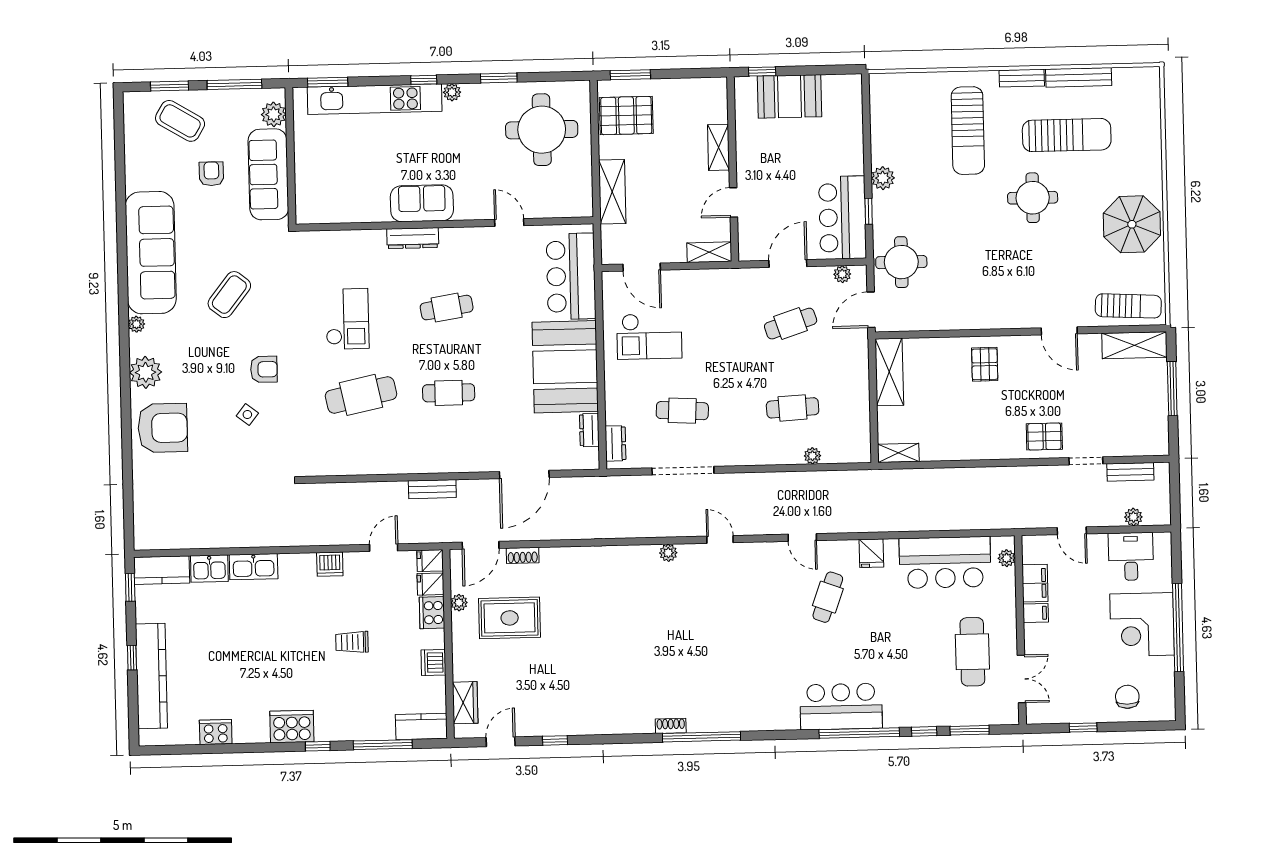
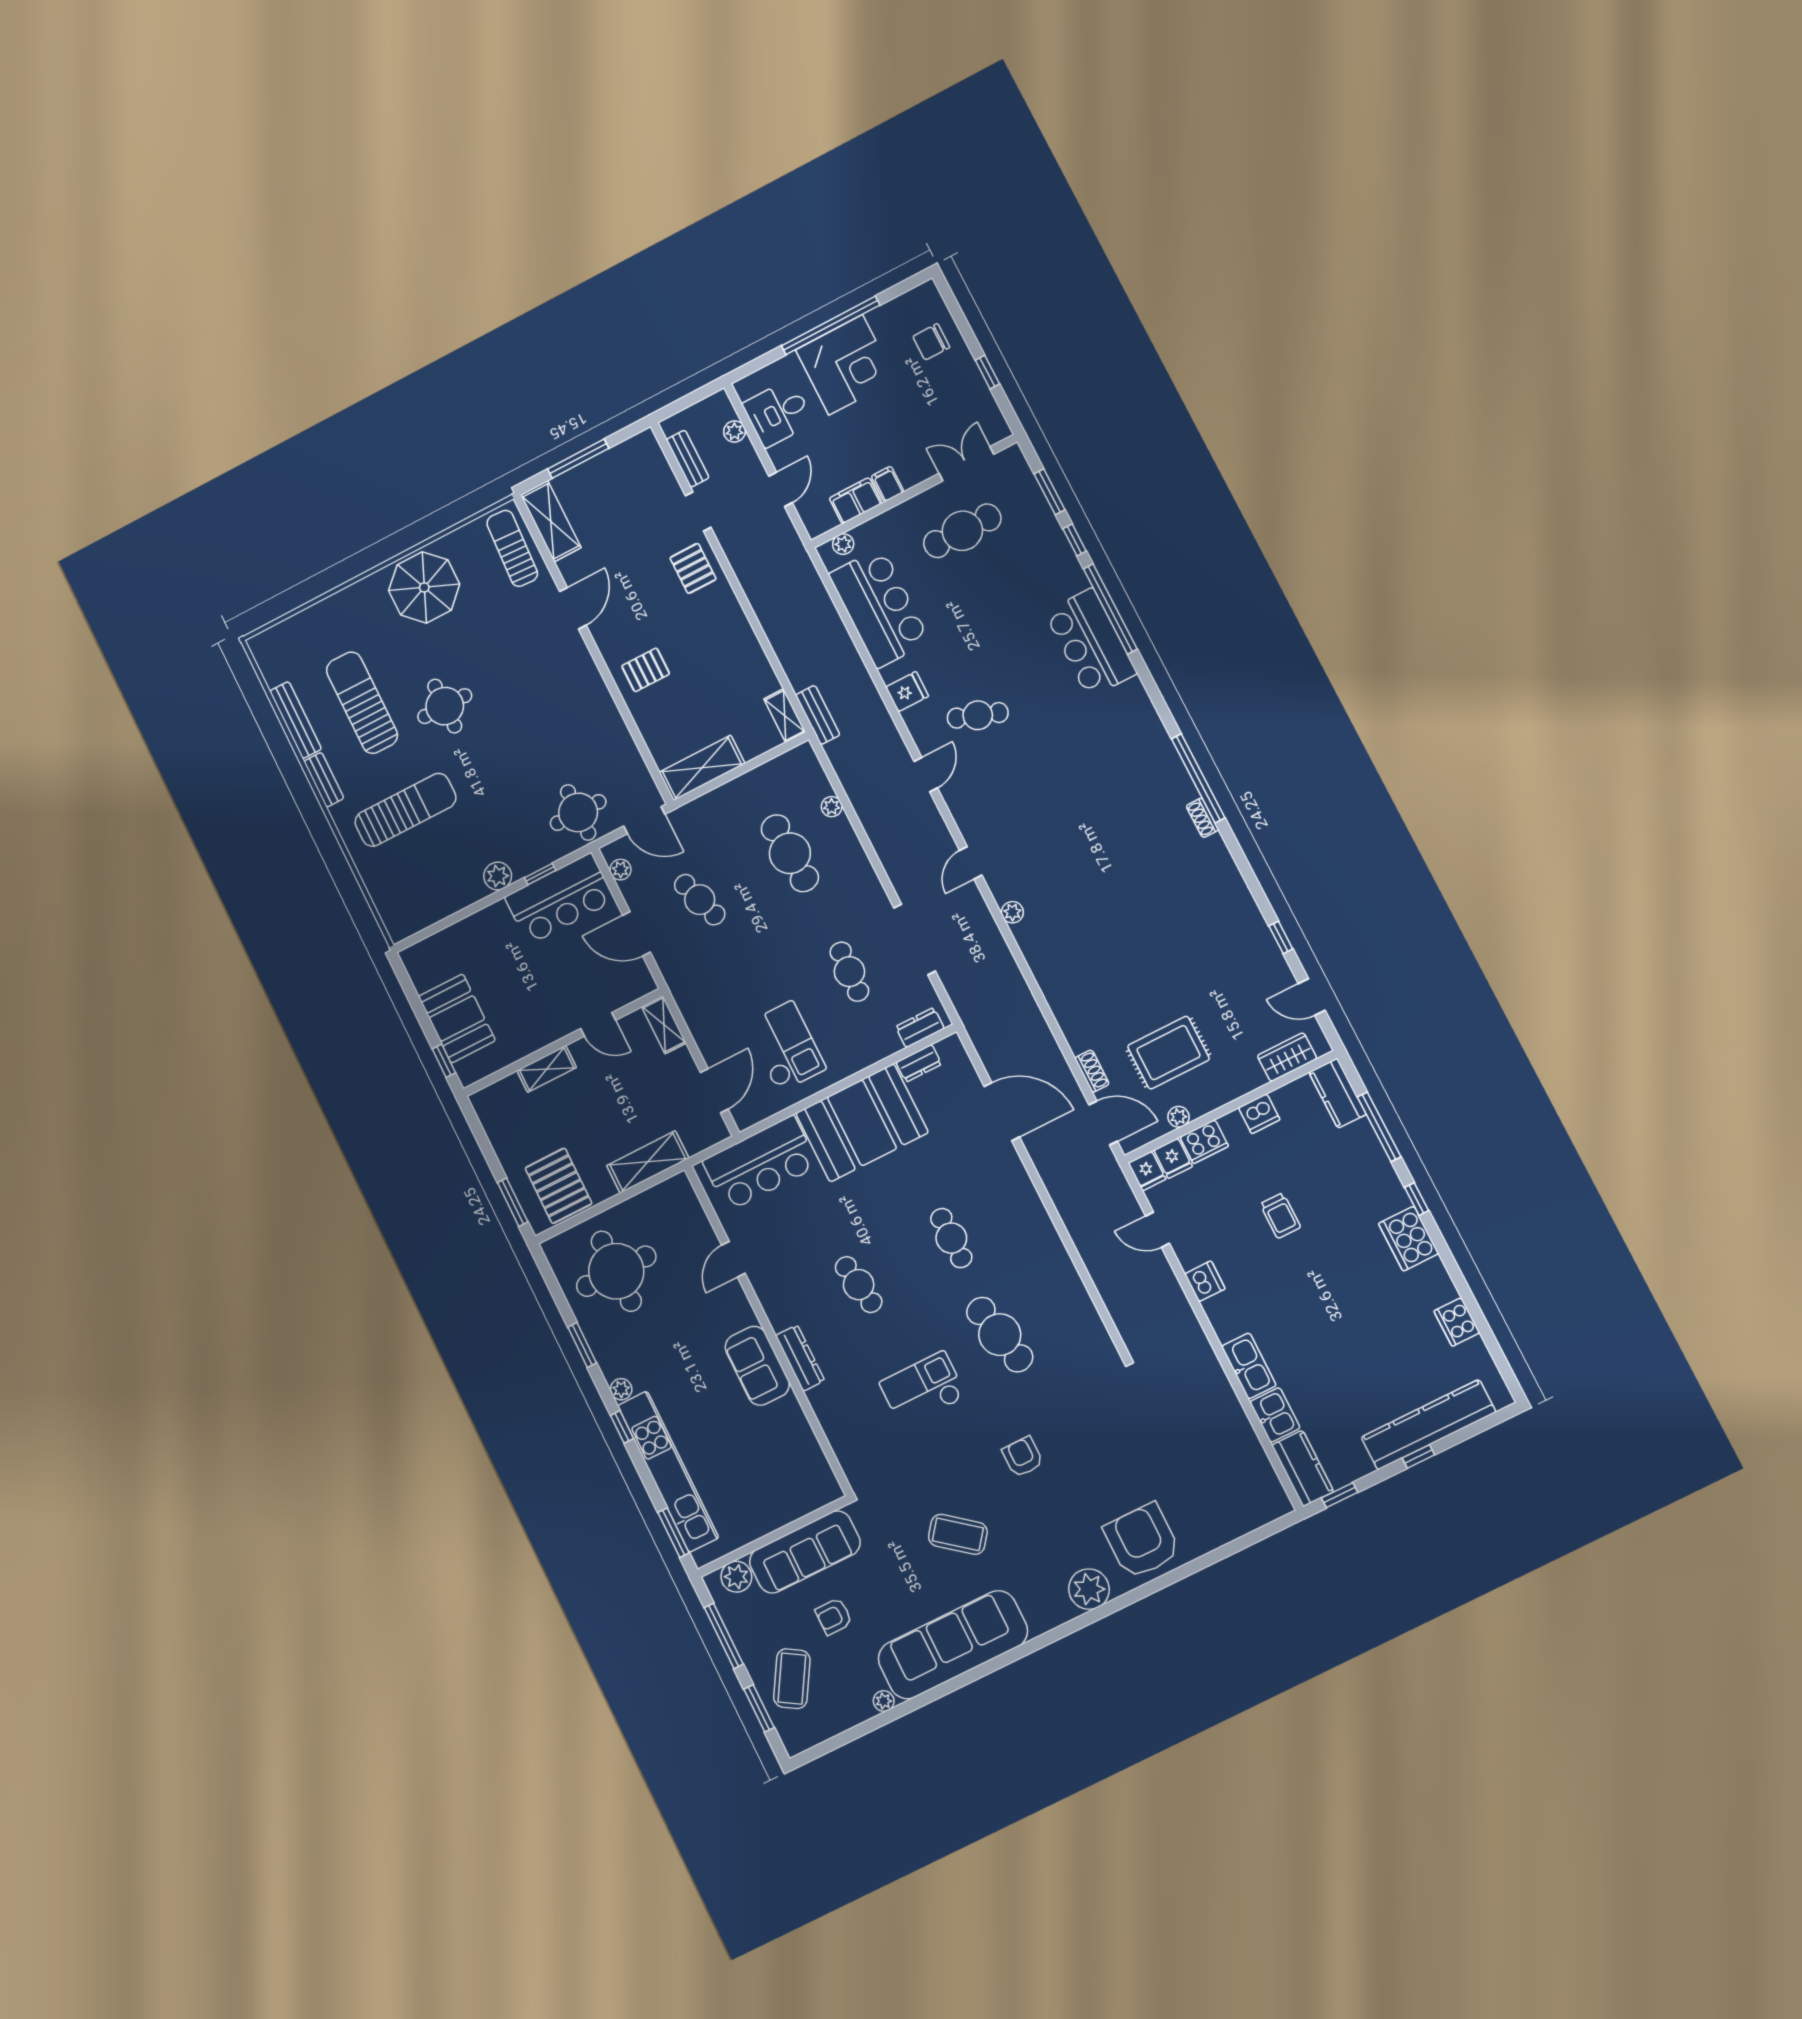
plant: (136, 324) -> (884, 1701), moved
cafe table: (793, 408) -> (790, 853), width x1.37, depth x1.35
side table: (247, 414) -> (1082, 1452), removed
bench: (432, 489) -> (818, 715), moved
rug: (510, 618) -> (1168, 1053), turned 90

